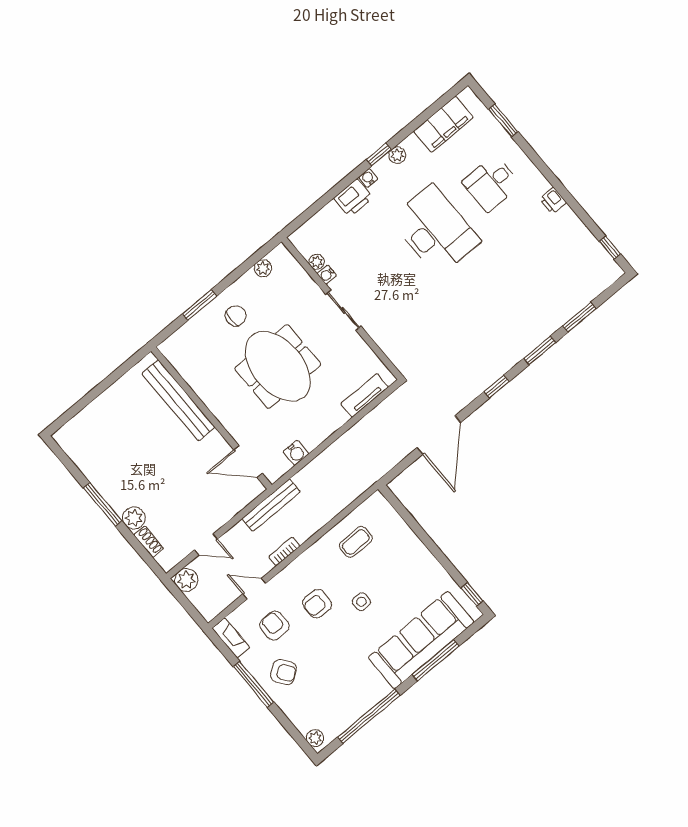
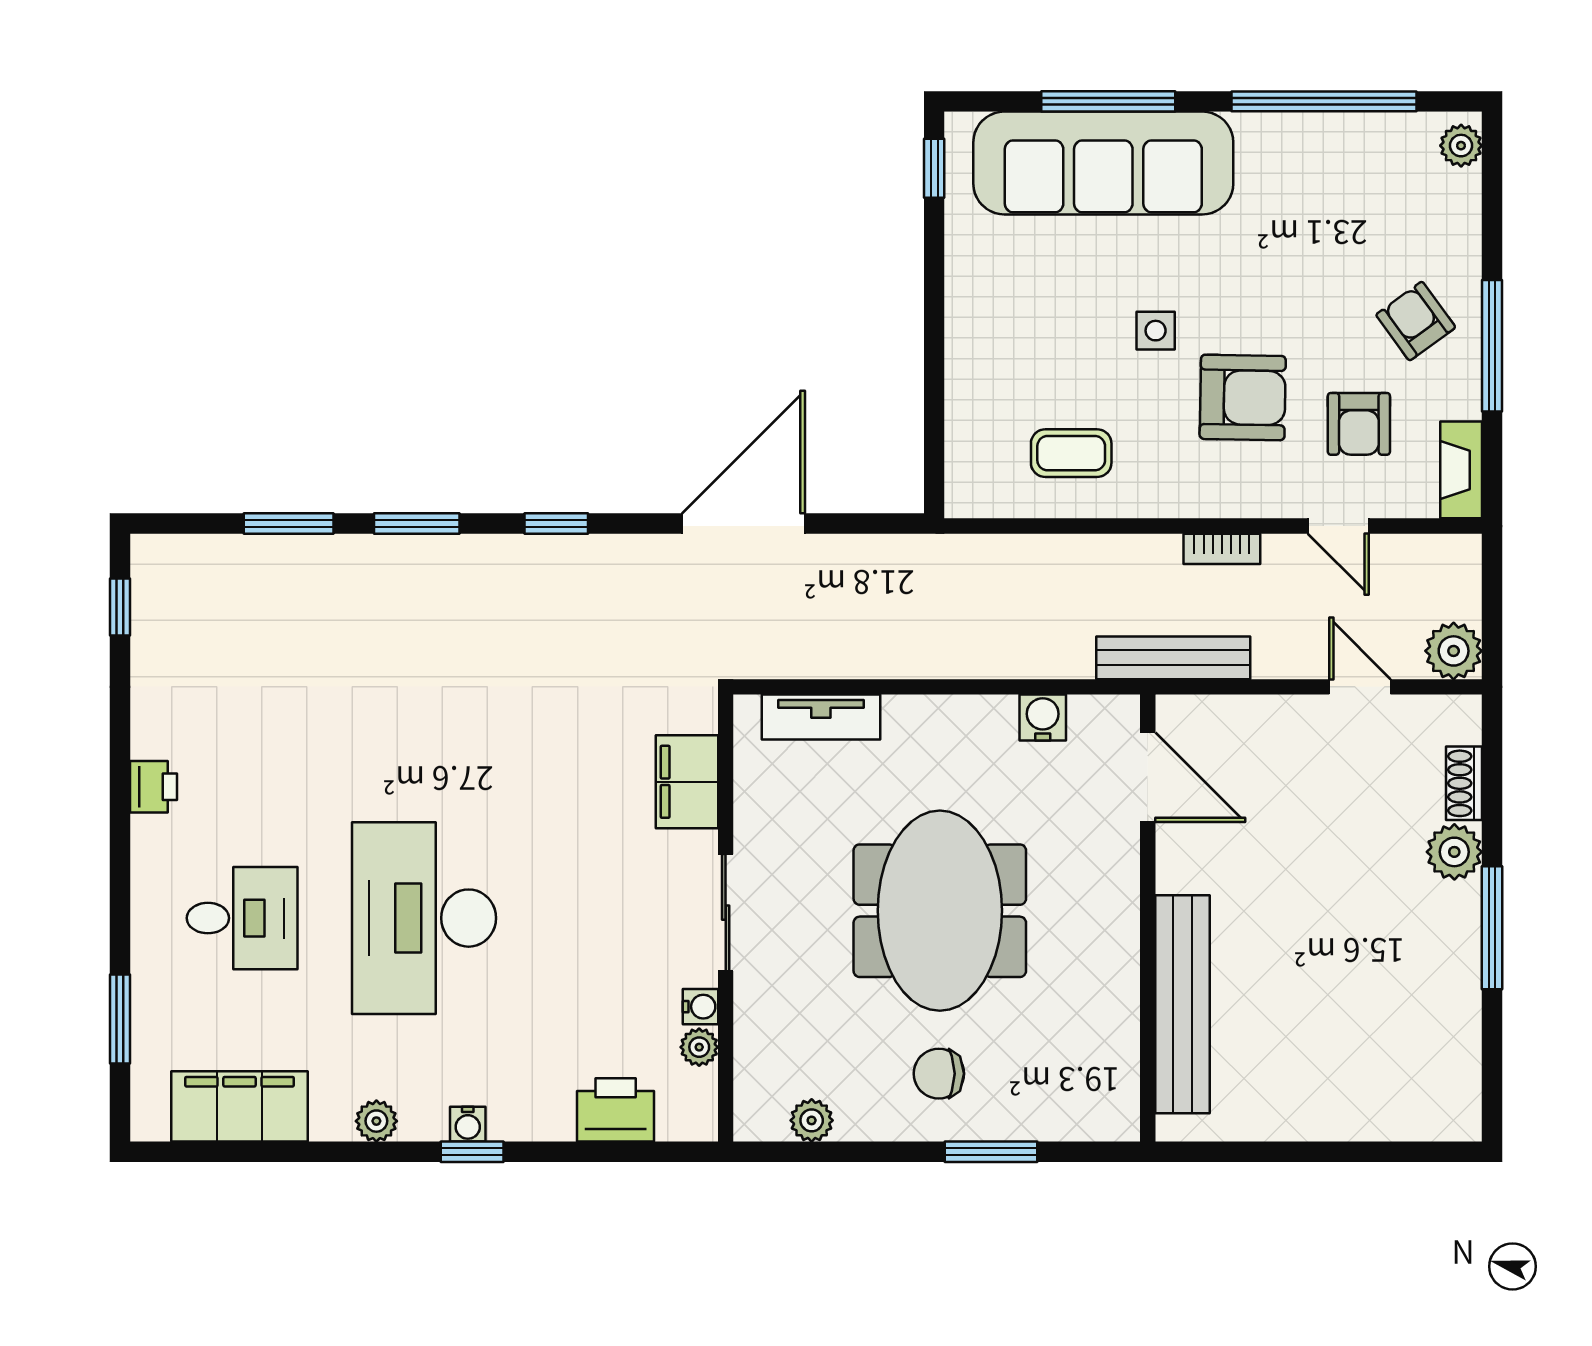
window: (379, 155) -> (472, 1152), moved
printer: (353, 198) -> (616, 1110), moved
filing cabinet: (389, 341) -> (687, 782), added
armchair: (317, 604) -> (1243, 397), width x1.38, depth x1.38

